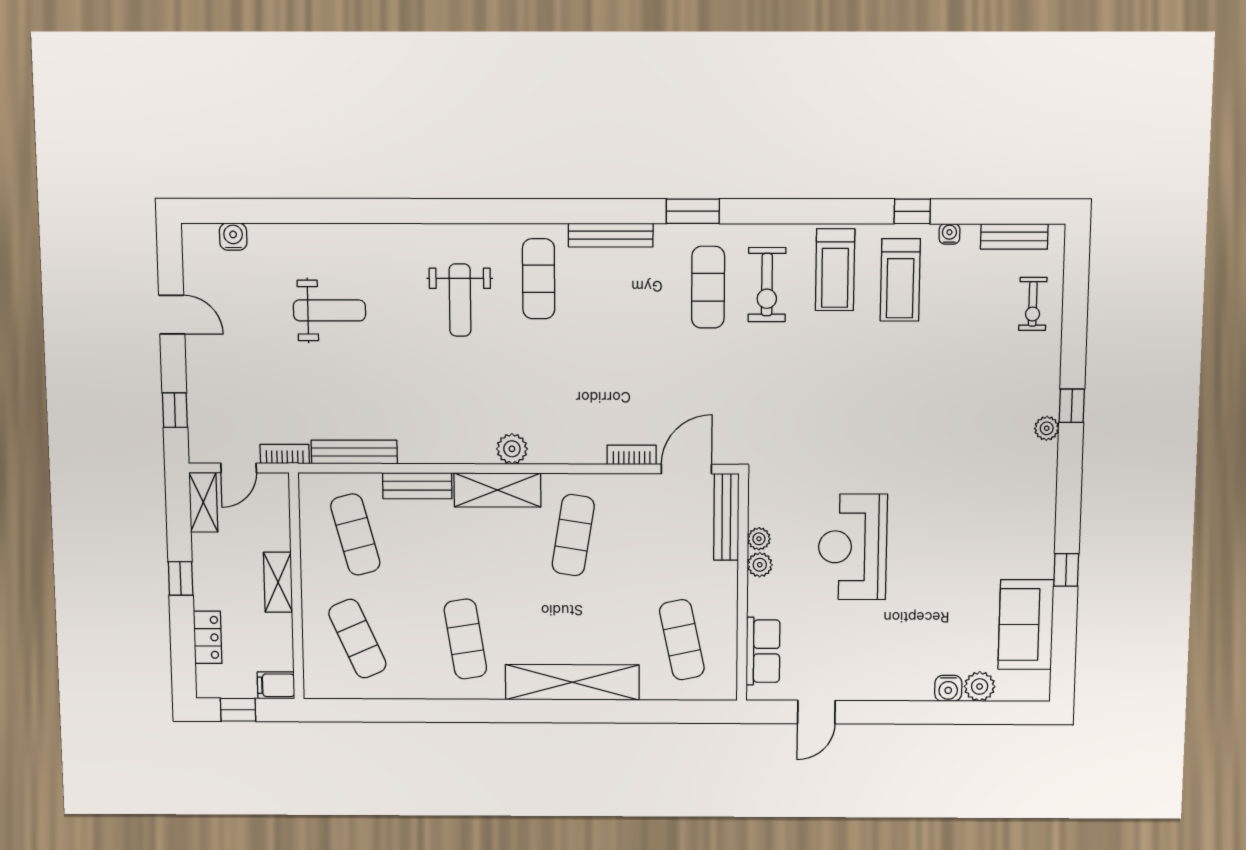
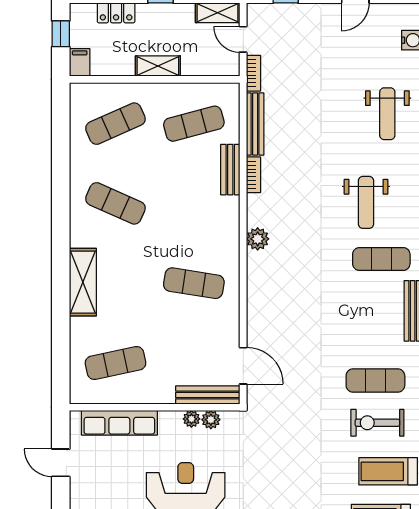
weight bench: (460, 300) -> (366, 202), turned -90
weight bench: (329, 310) -> (387, 114), moved
bookcase: (632, 455) -> (253, 175), moved
shelving: (497, 490) -> (227, 228), removed
plant: (760, 565) -> (211, 420), moved
exercise mat: (465, 639) -> (115, 203), turned 33
row of seats: (763, 651) -> (119, 423), width x1.48
shelving: (572, 682) -> (83, 282), width x0.68

